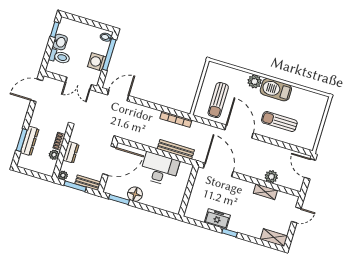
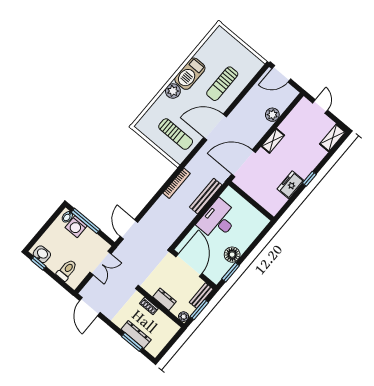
washbasin: (60, 42) -> (42, 254), moved
washing machine: (97, 62) -> (76, 227), moved
plant: (54, 155) -> (160, 317), removed
shelving: (265, 192) -> (273, 141), moved

